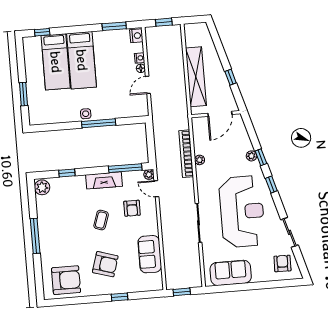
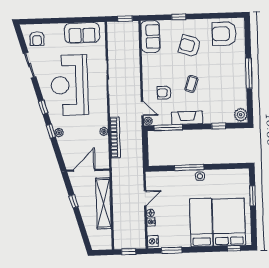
bed: (56, 62) -> (229, 222), width x1.50
armchair: (132, 208) -> (164, 93), turned -90
sofa: (150, 254) -> (150, 37), moved

